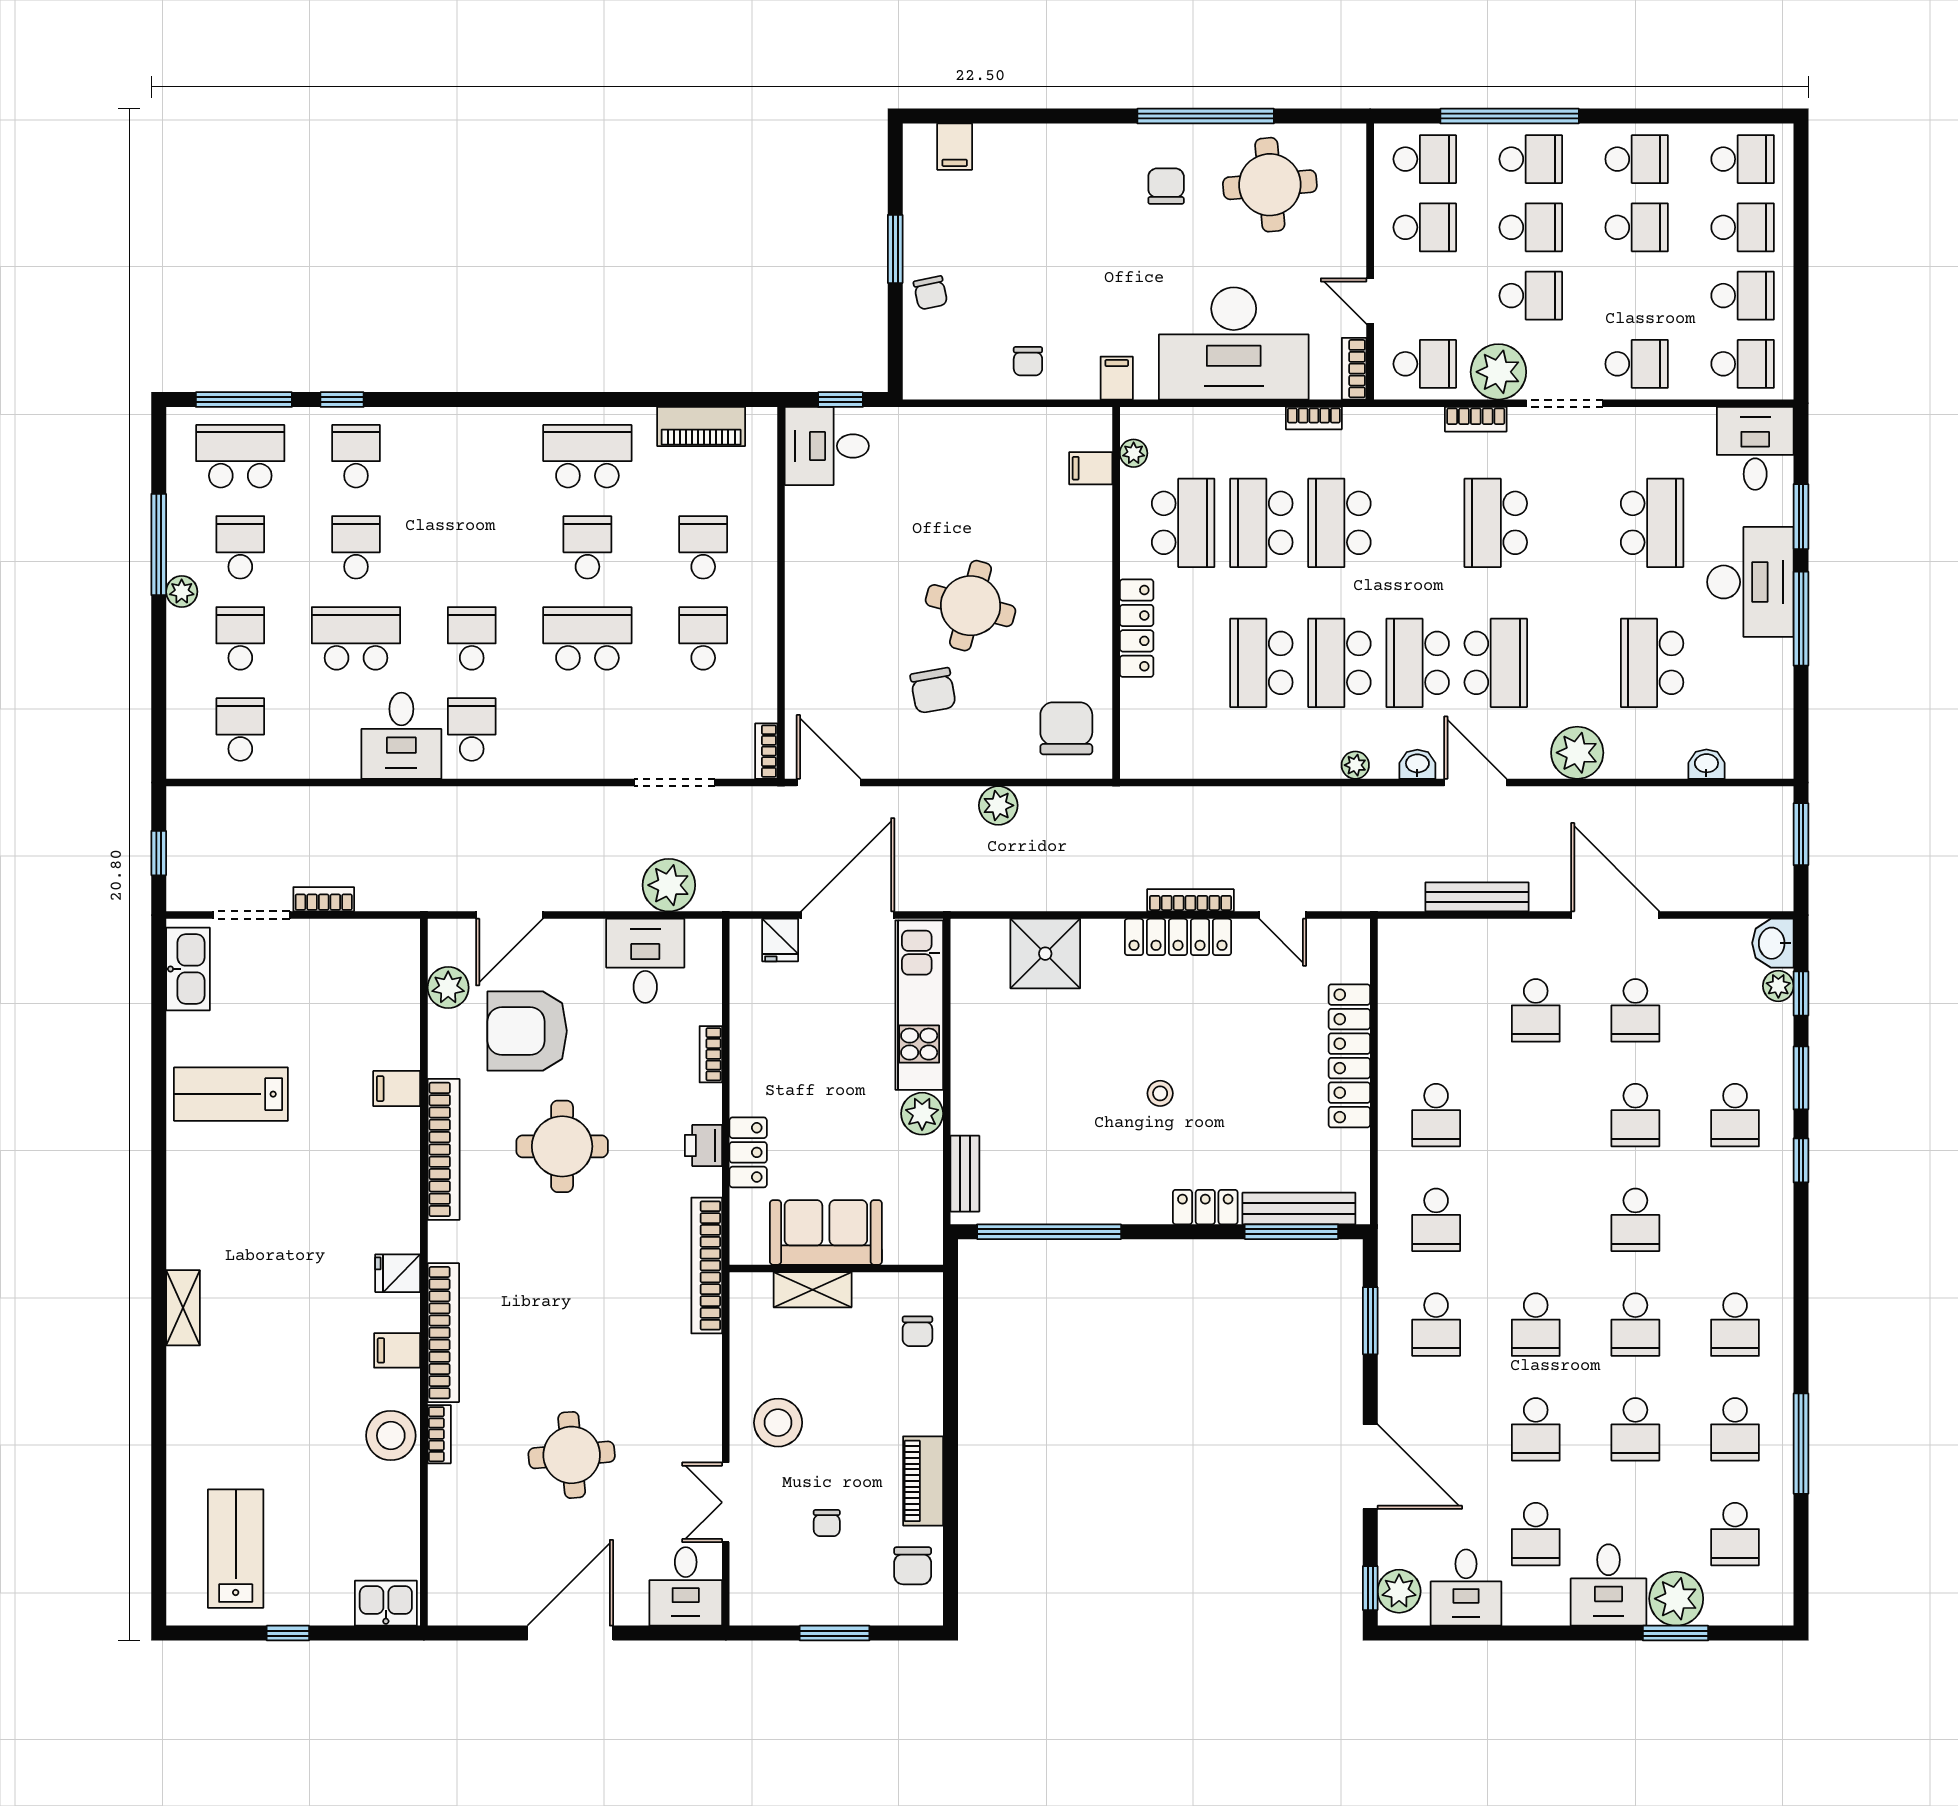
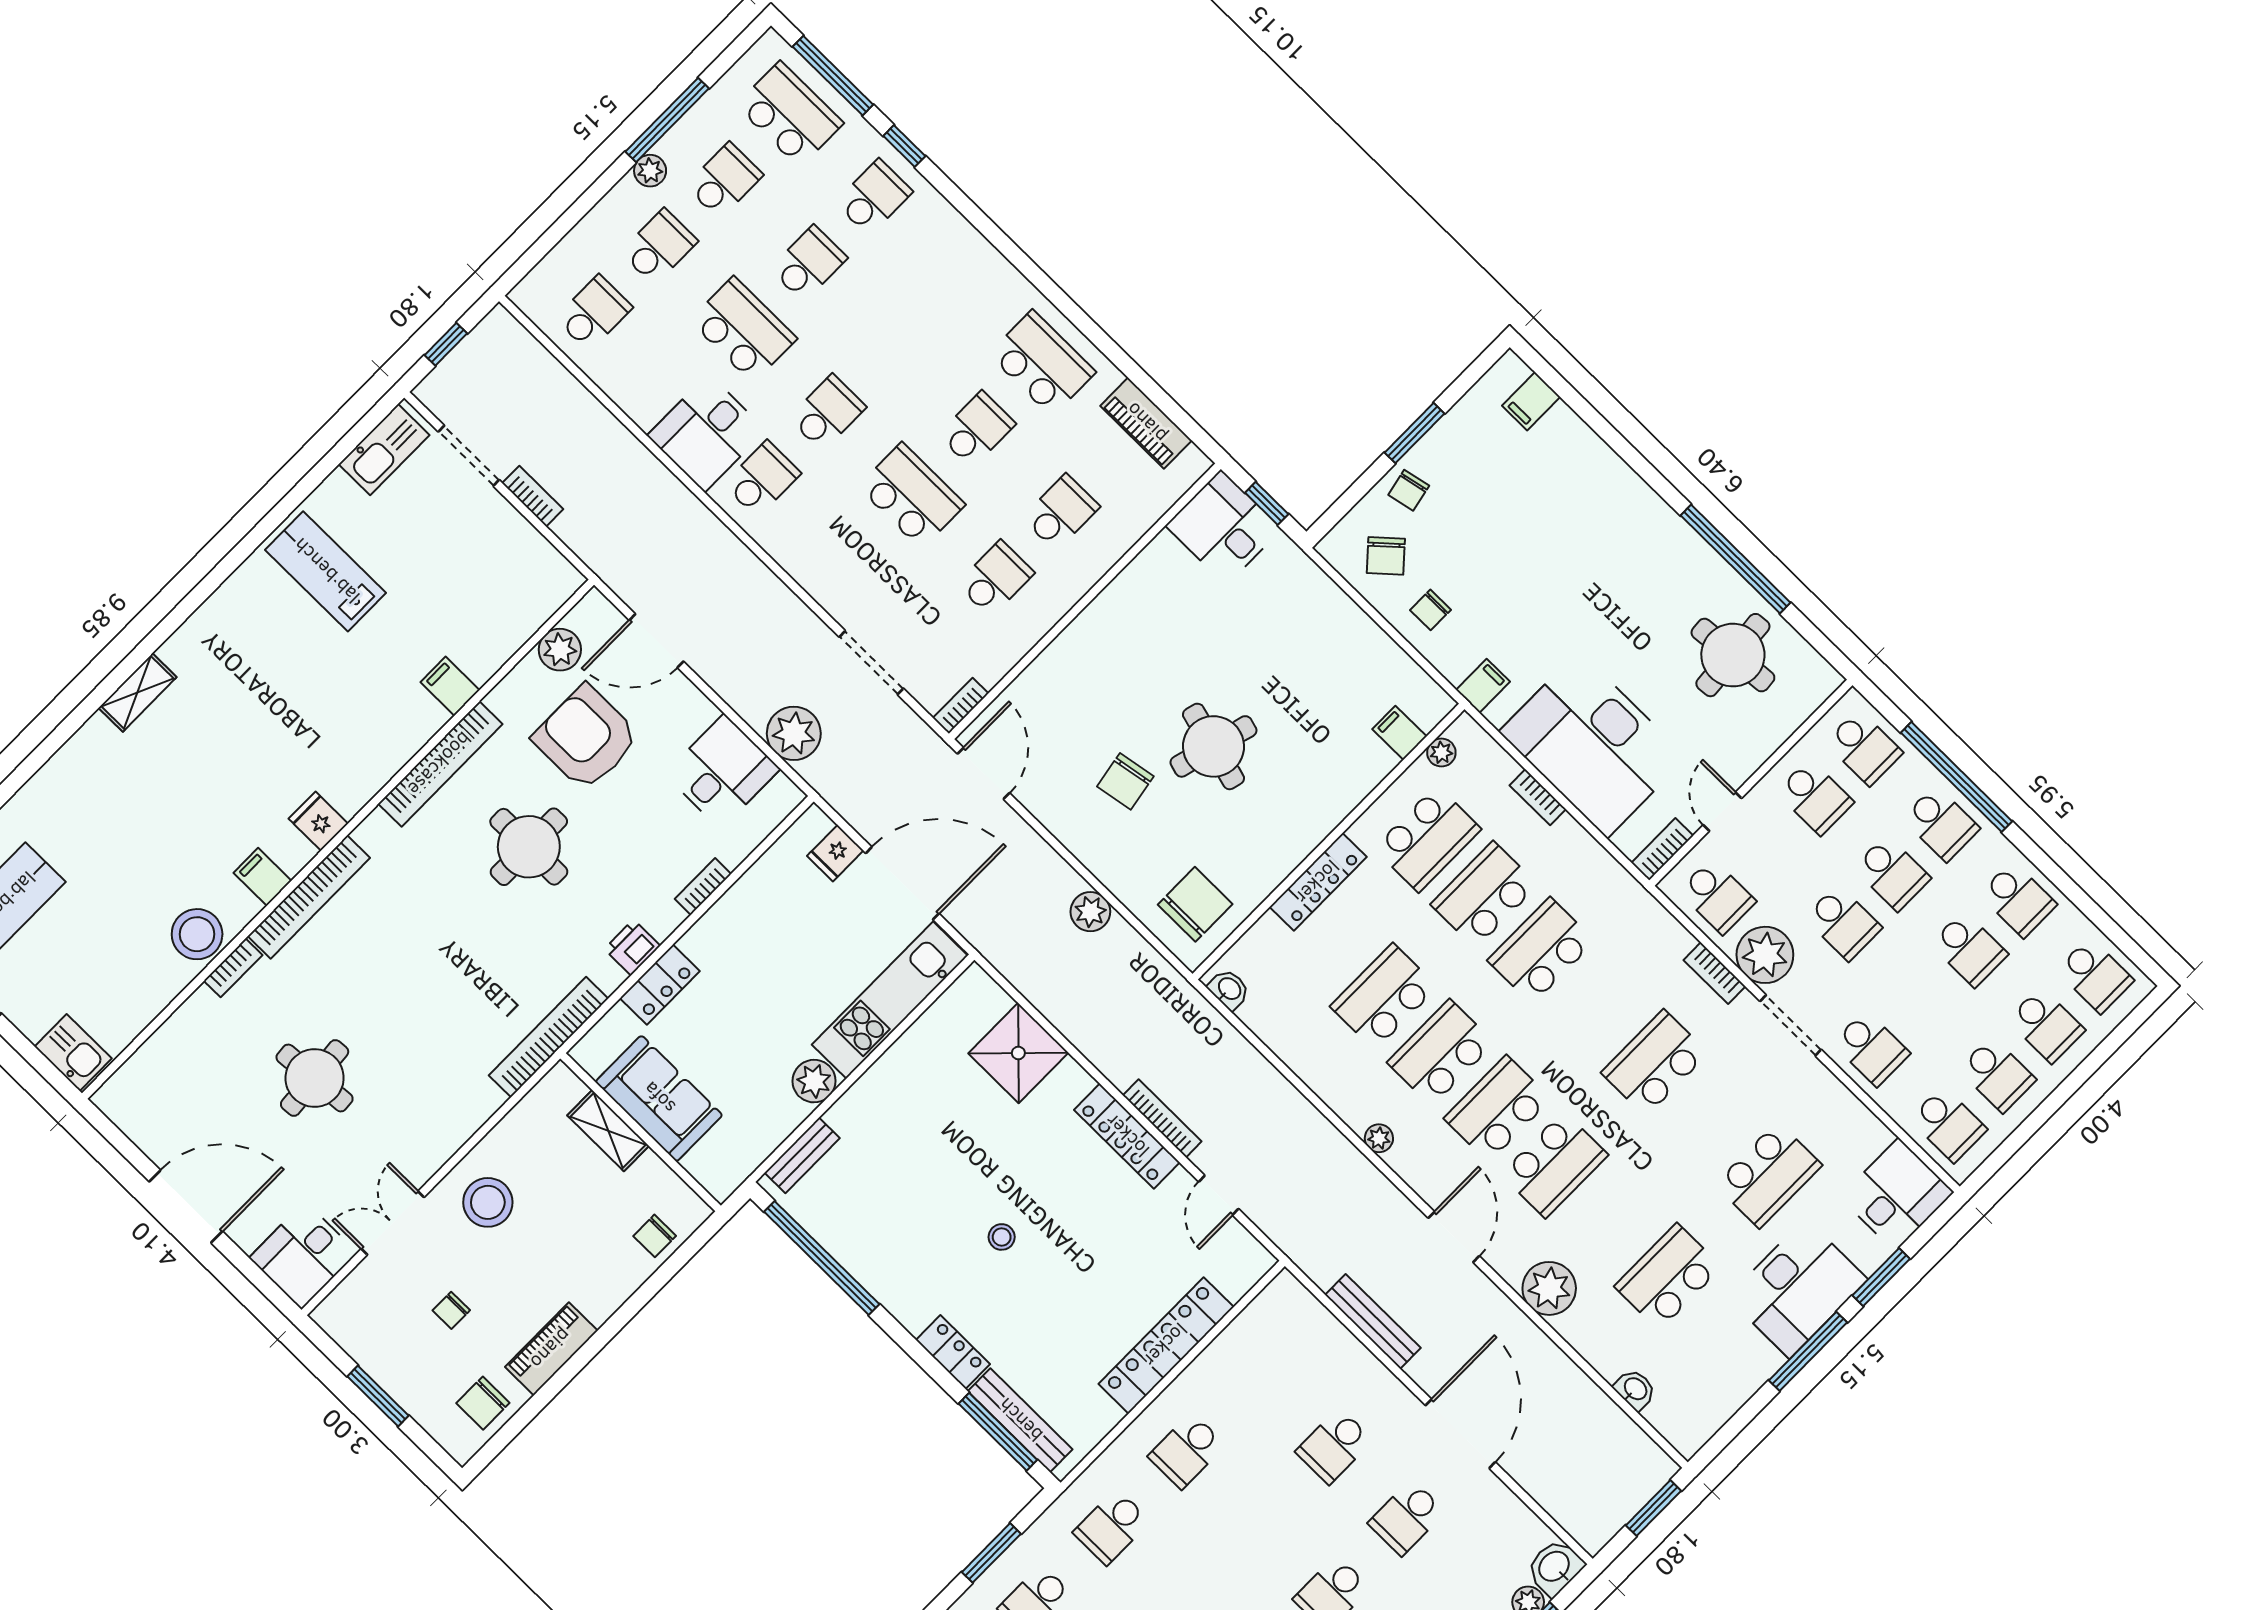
chair: (1166, 186) -> (1386, 556), moved, turned 138
bookcase: (1314, 418) -> (1538, 797), moved
washbasin: (1417, 764) -> (1229, 989), moved

